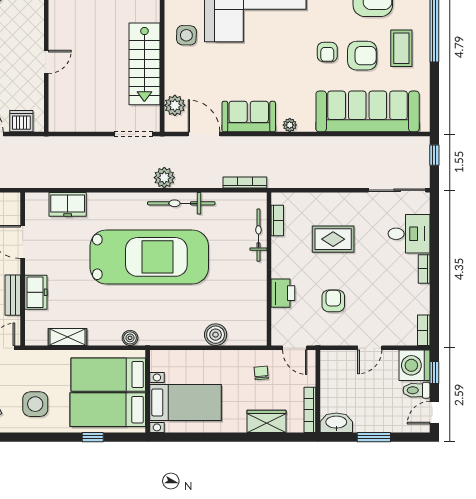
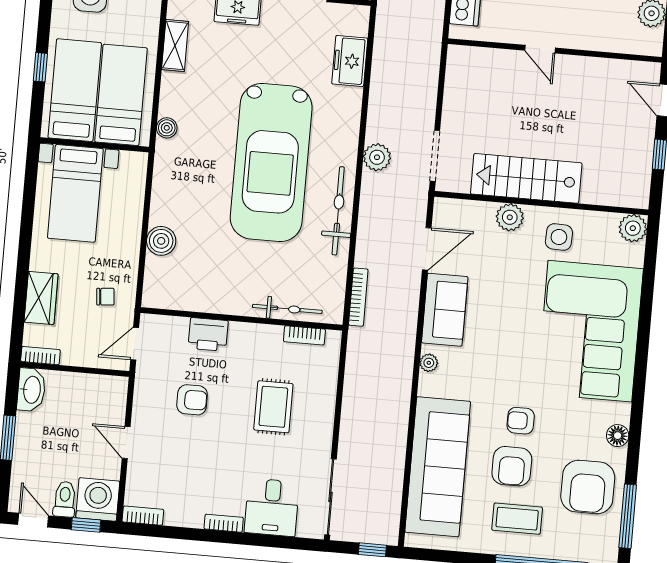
plant: (175, 105) -> (510, 217), moved
plant: (164, 178) -> (377, 157), moved
bookcase: (310, 410) -> (40, 356), width x0.64

